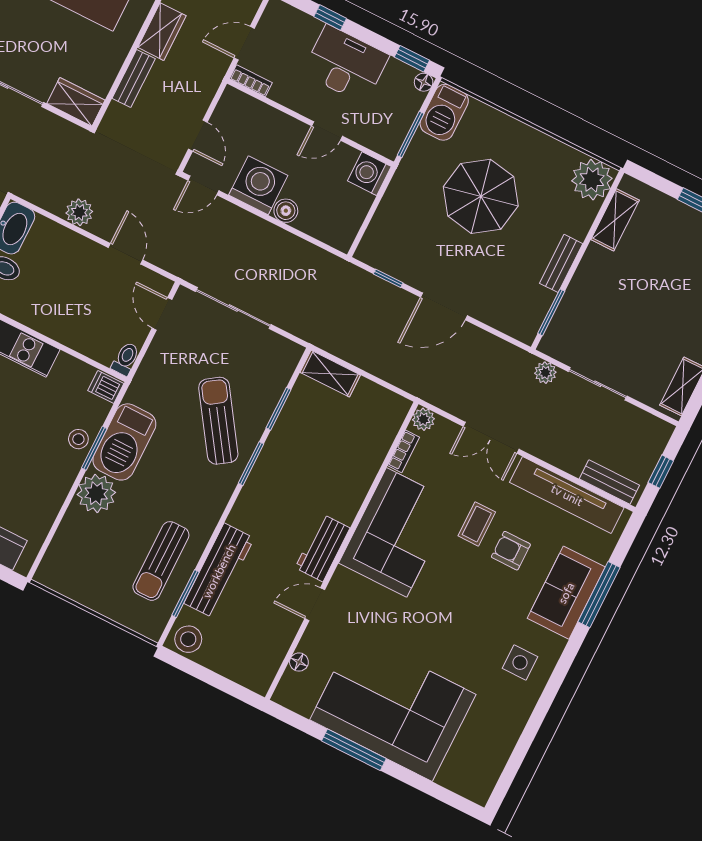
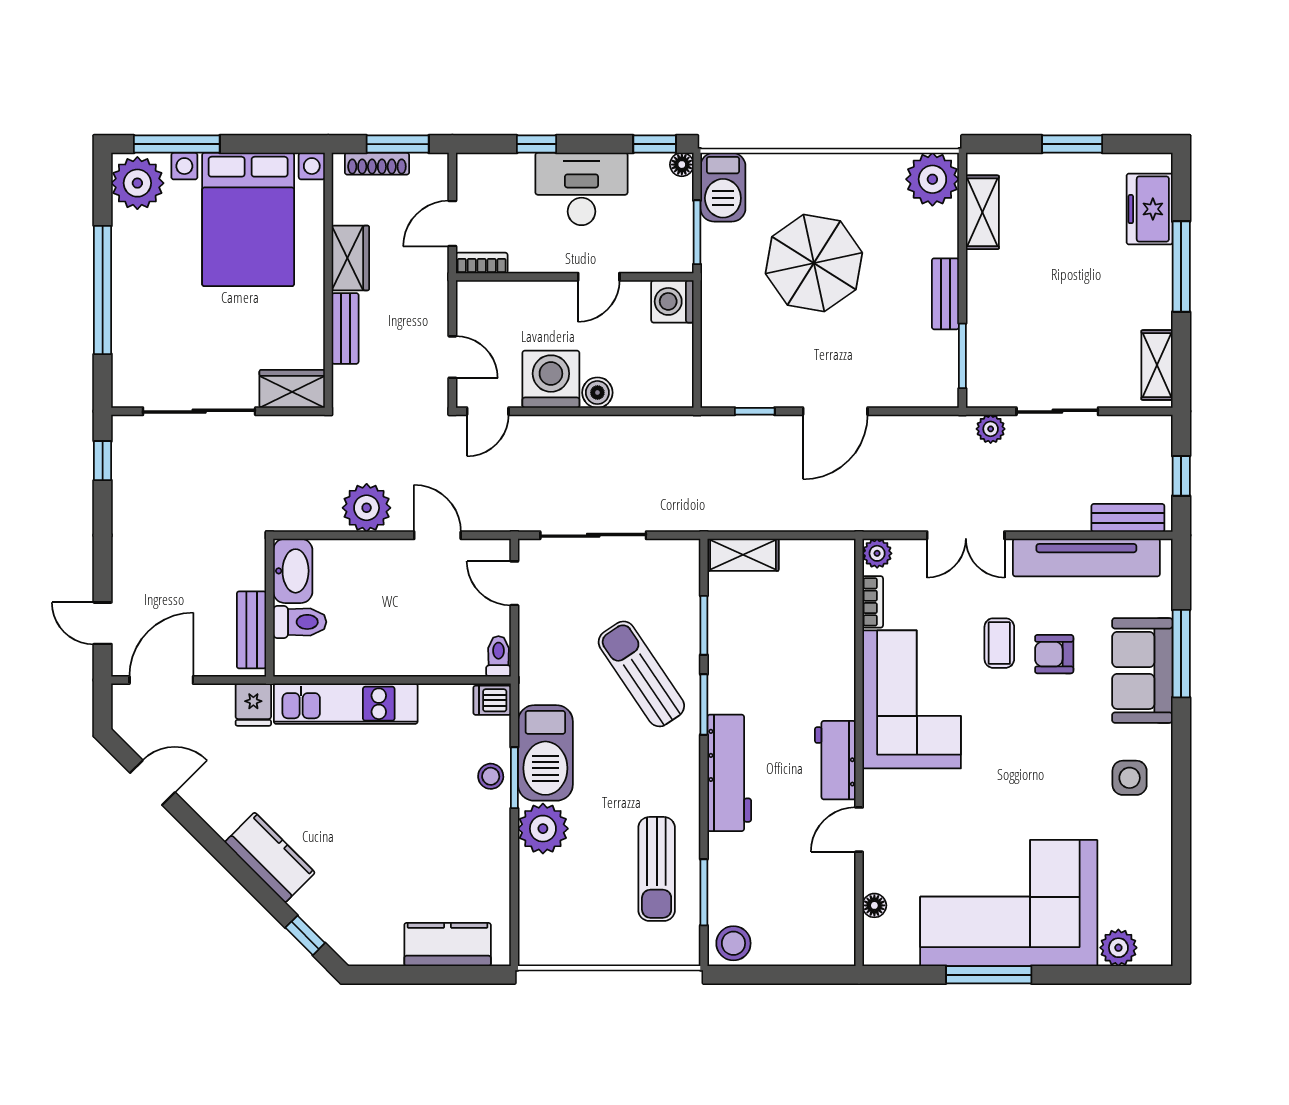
plant: (79, 212) -> (367, 508), width x1.36, depth x1.36
workbench: (219, 571) -> (729, 773), moved
plant: (453, 776) -> (1118, 948), added

